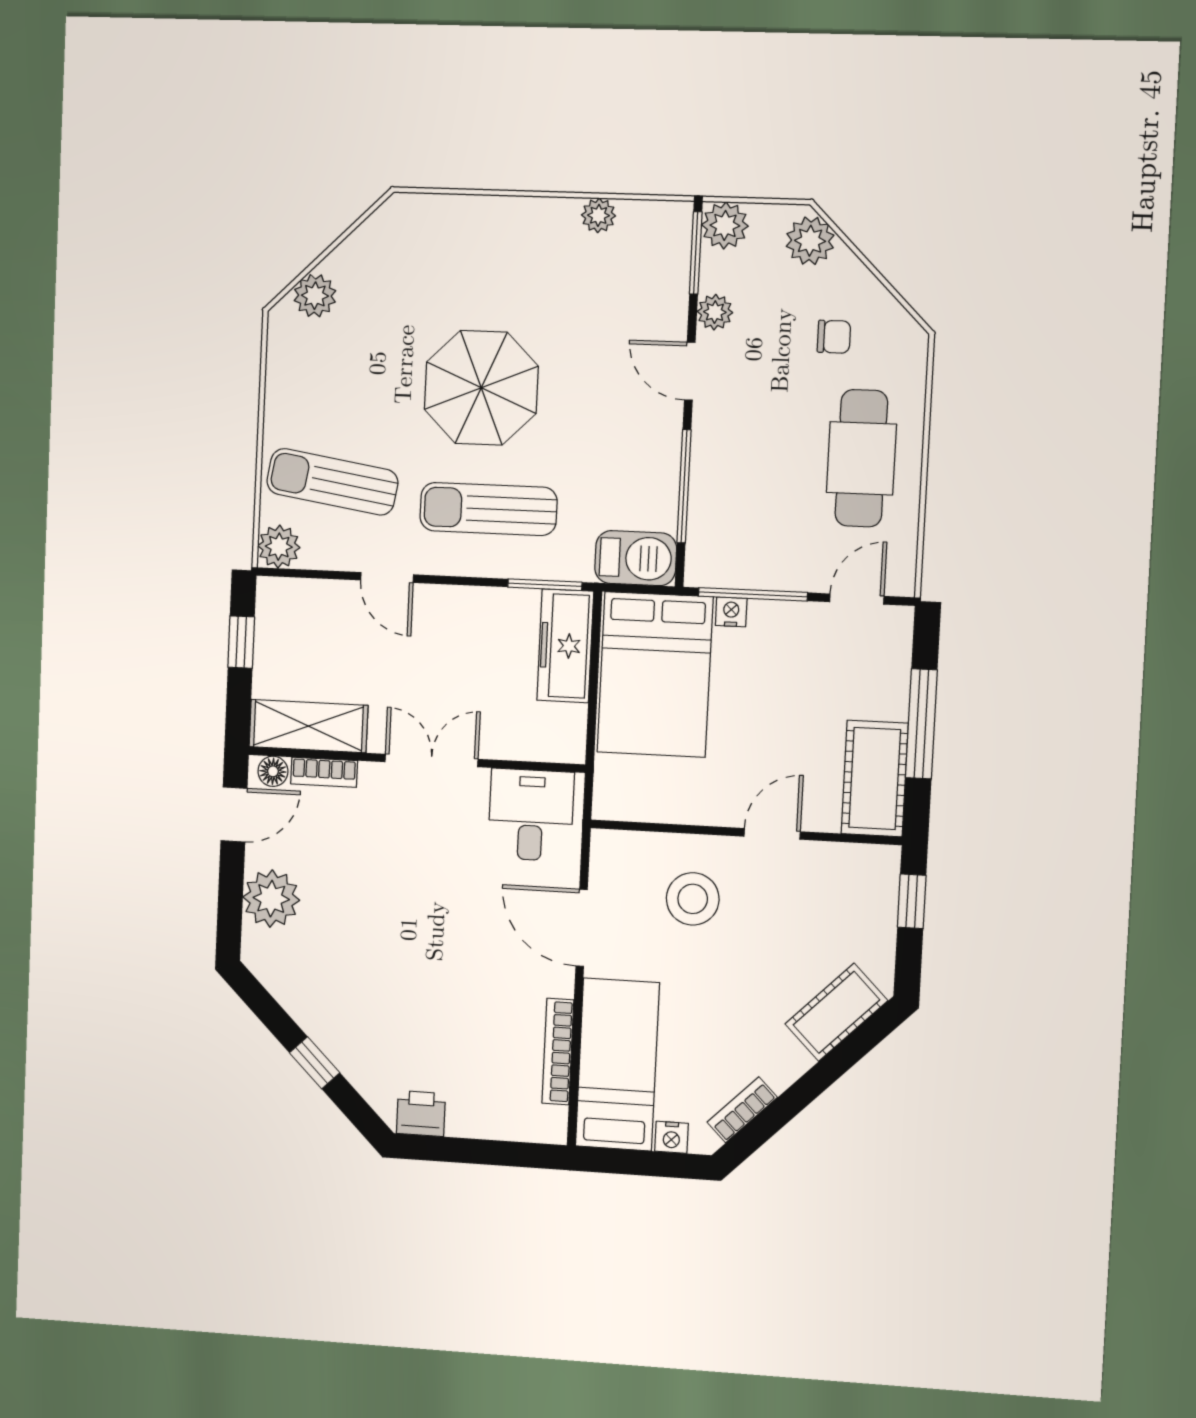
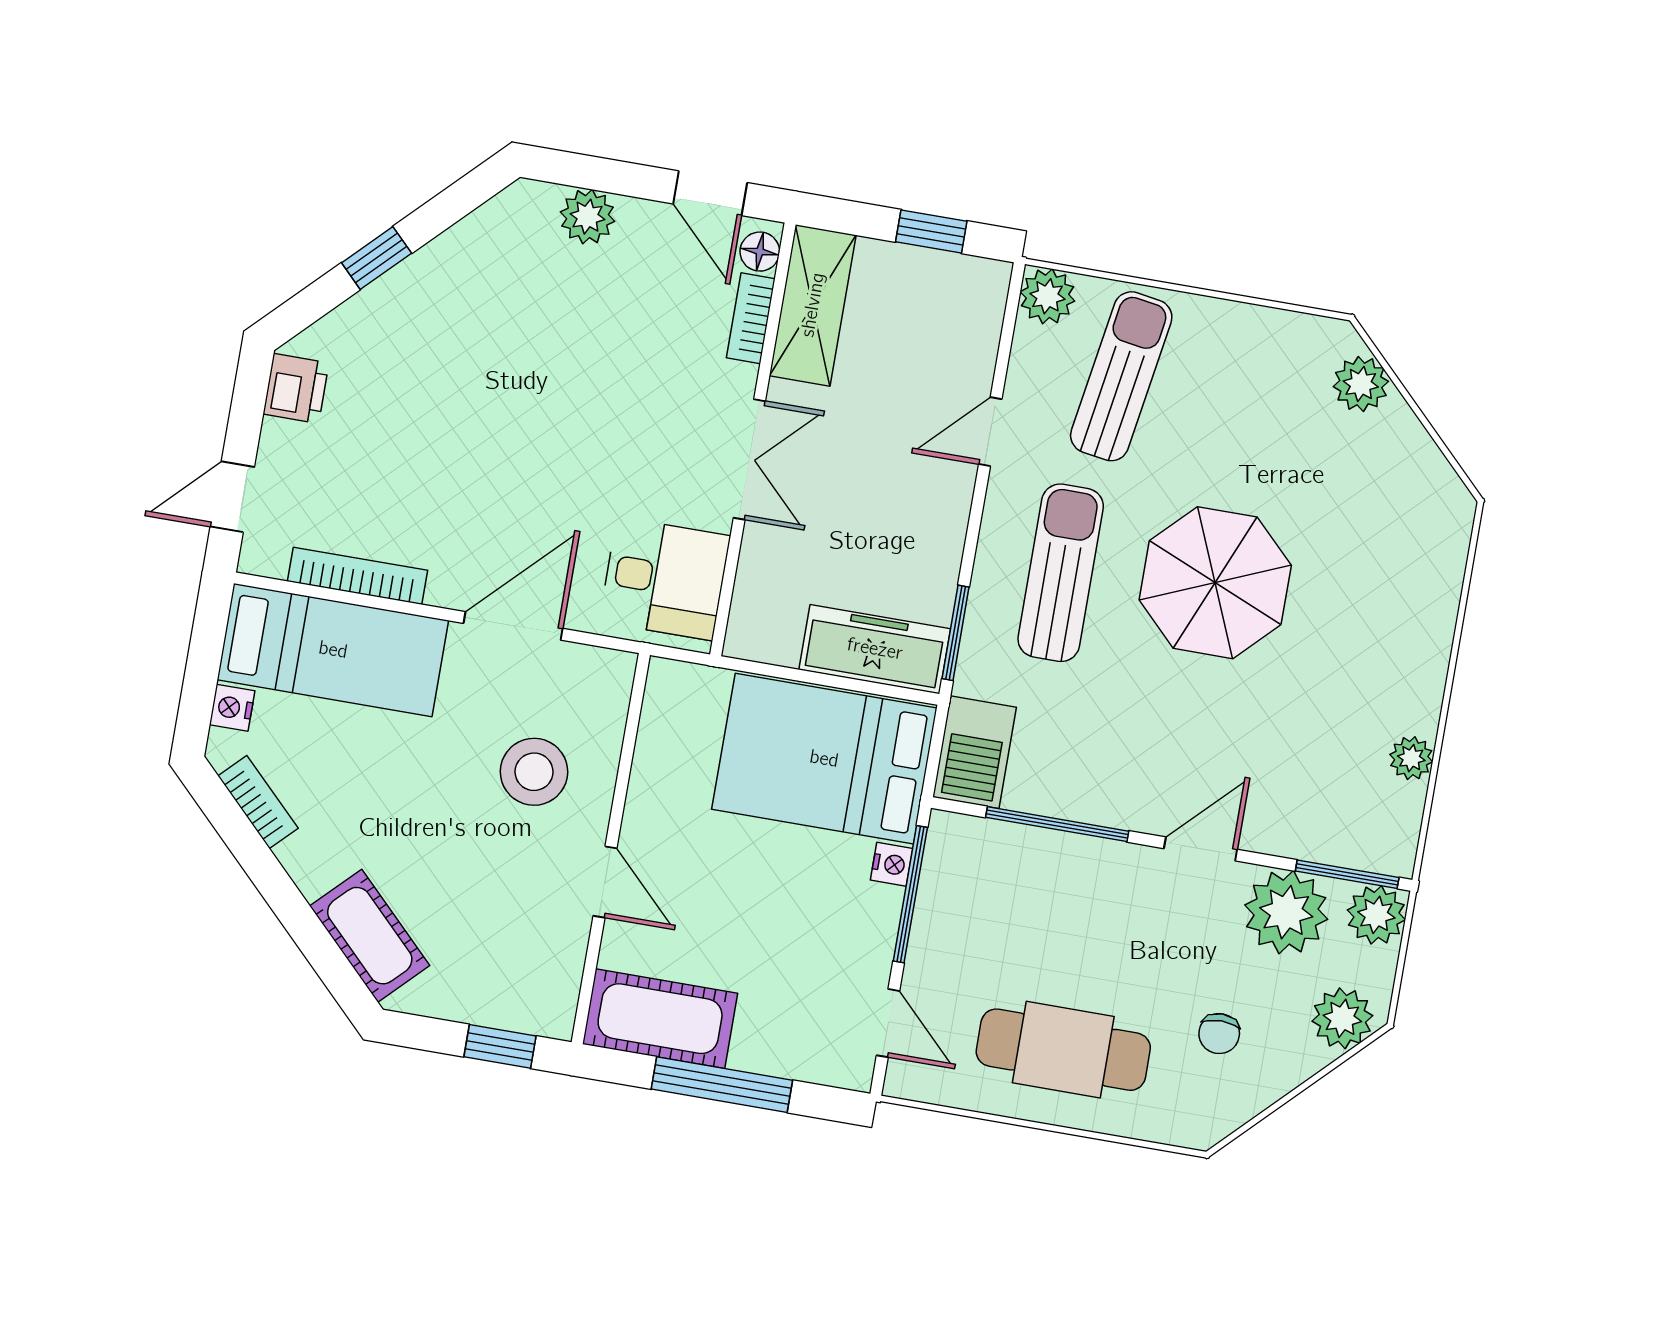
plant: (715, 312) -> (1286, 912), width x1.88, depth x1.88
plant: (271, 899) -> (587, 217), width x0.73, depth x0.73
door: (509, 1154) -> (232, 497), added

